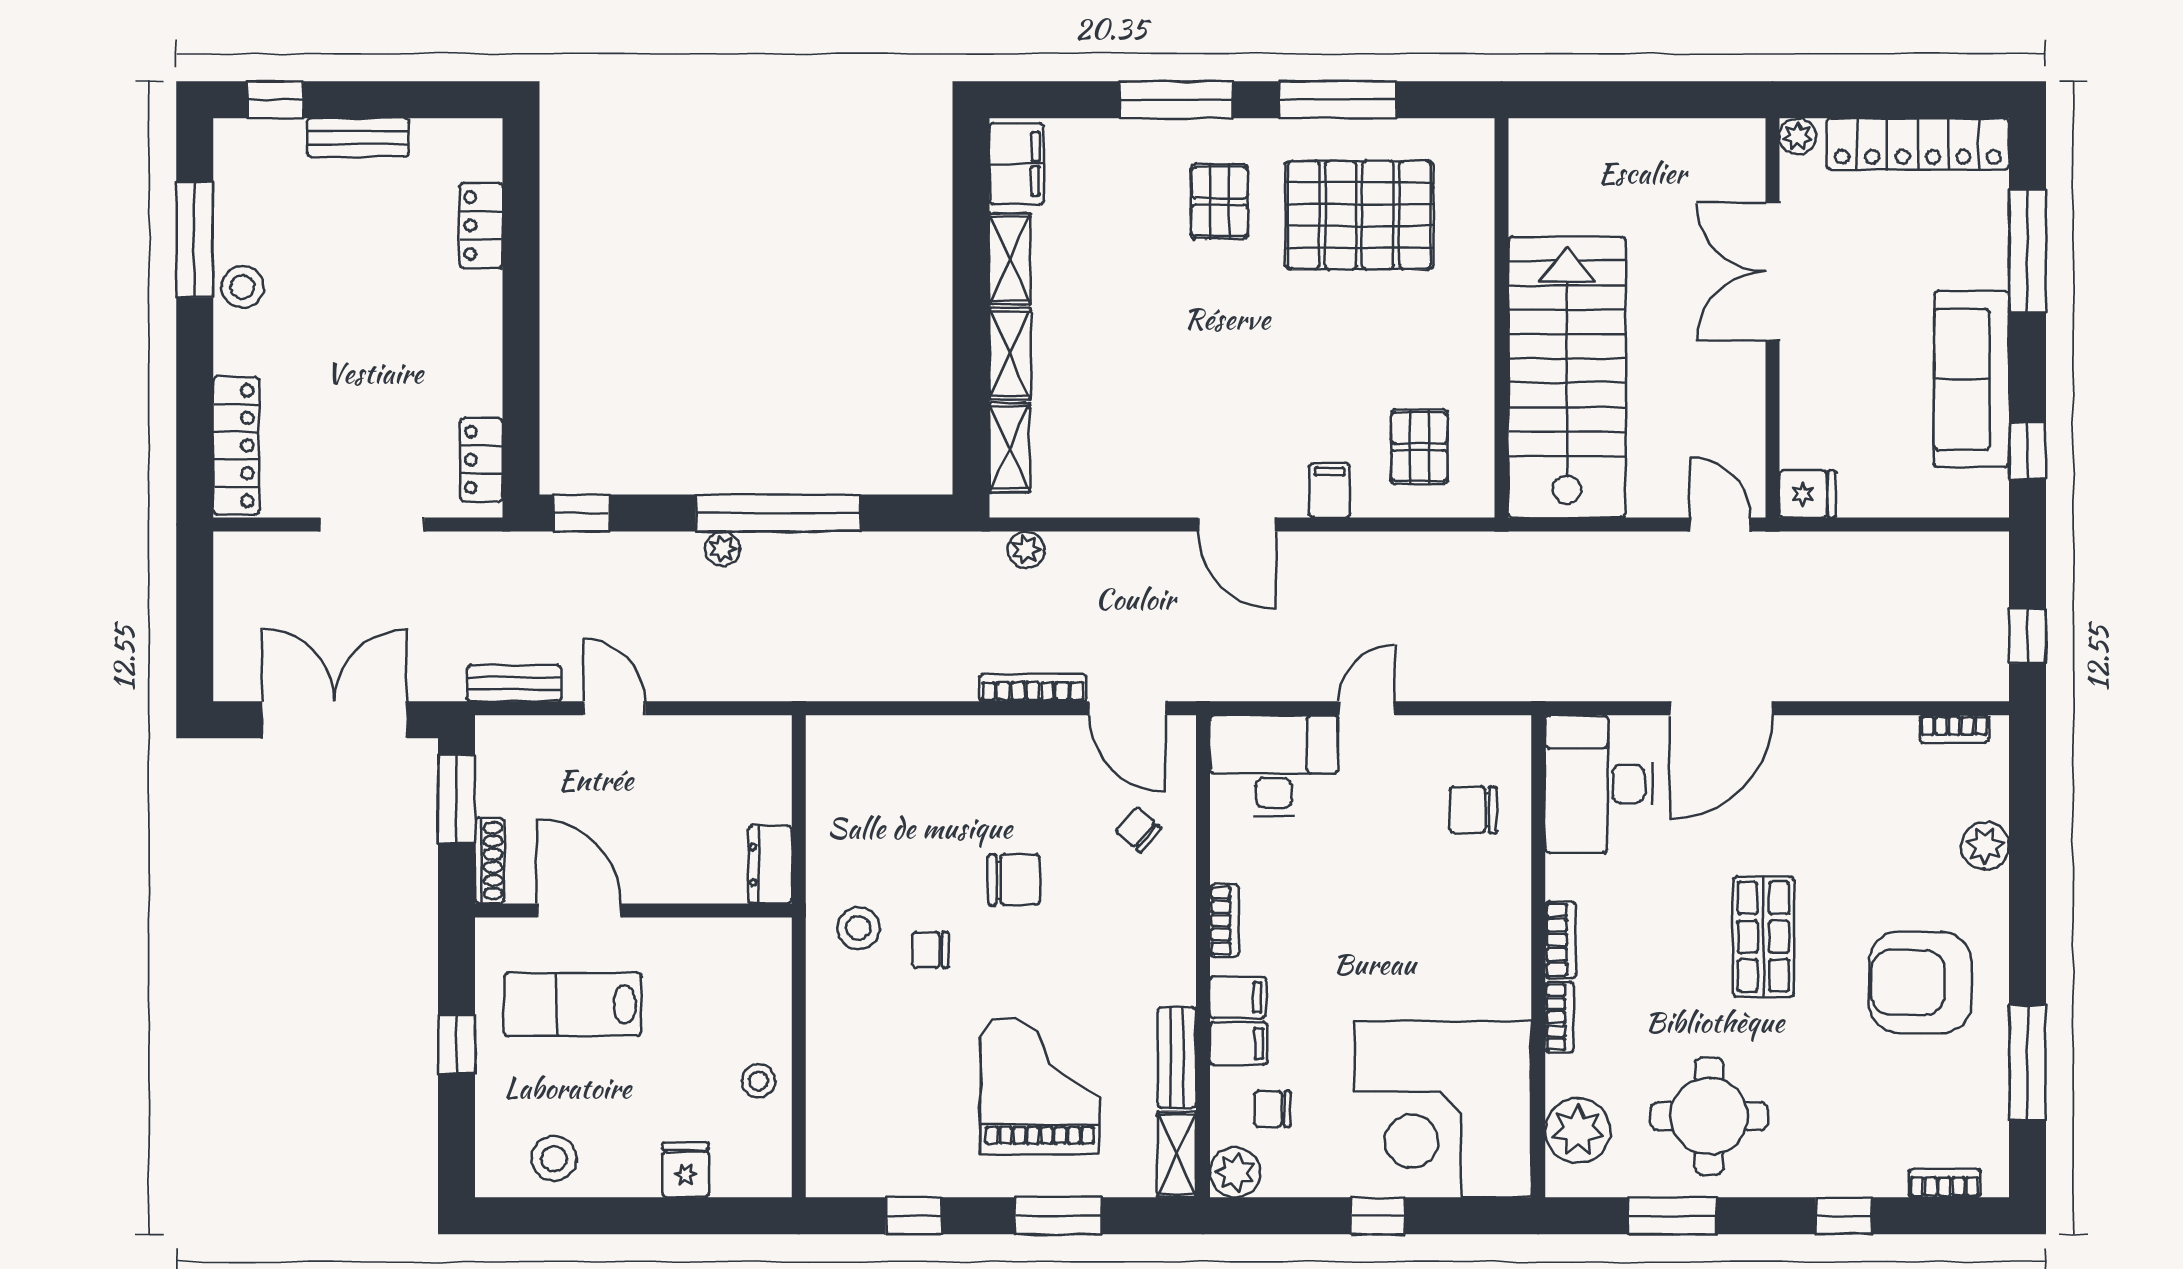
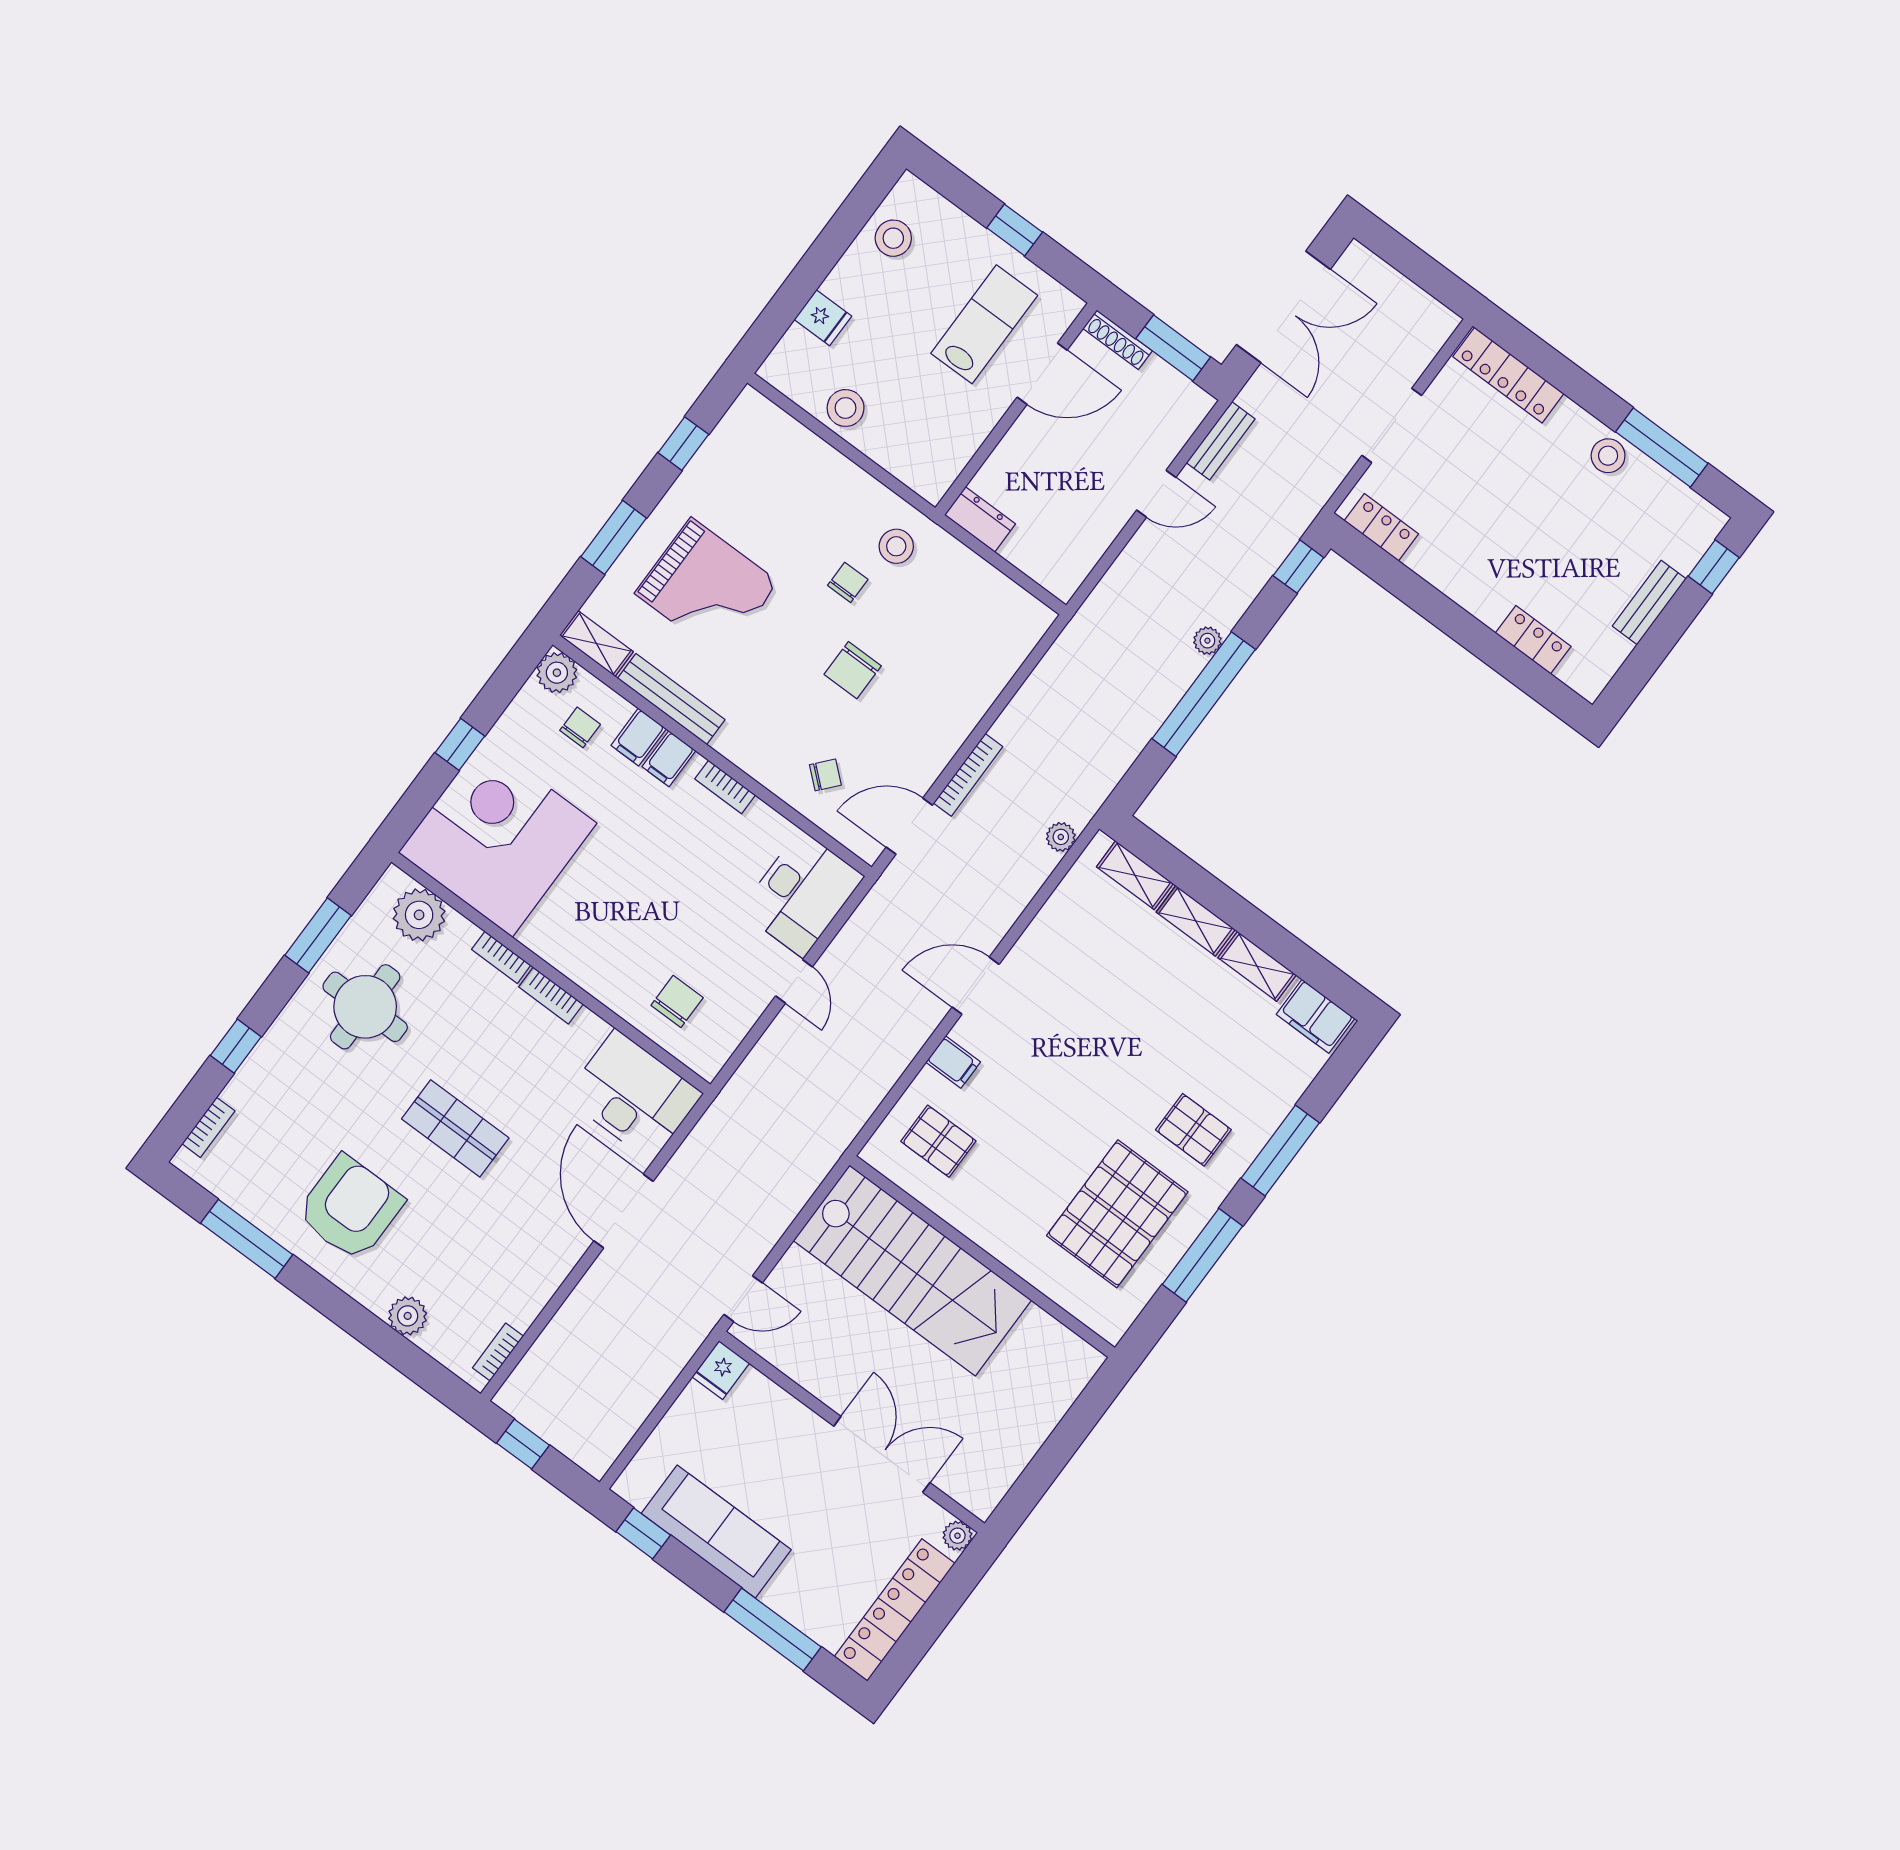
bench: (1177, 1057) -> (671, 699), width x1.36
stool: (758, 1081) -> (846, 408), width x1.37, depth x1.37

